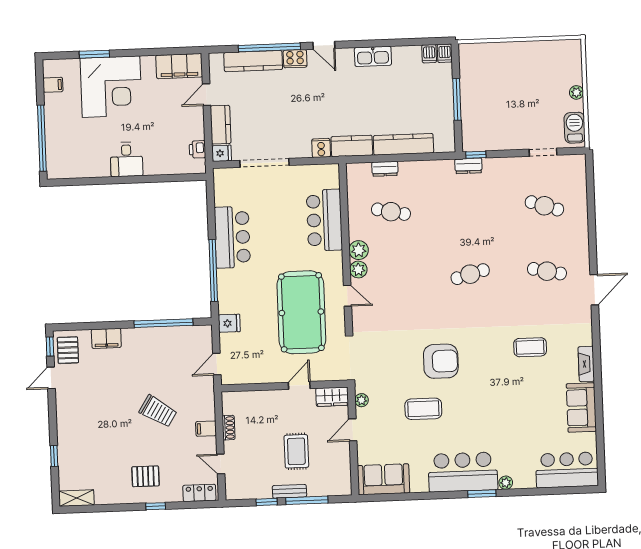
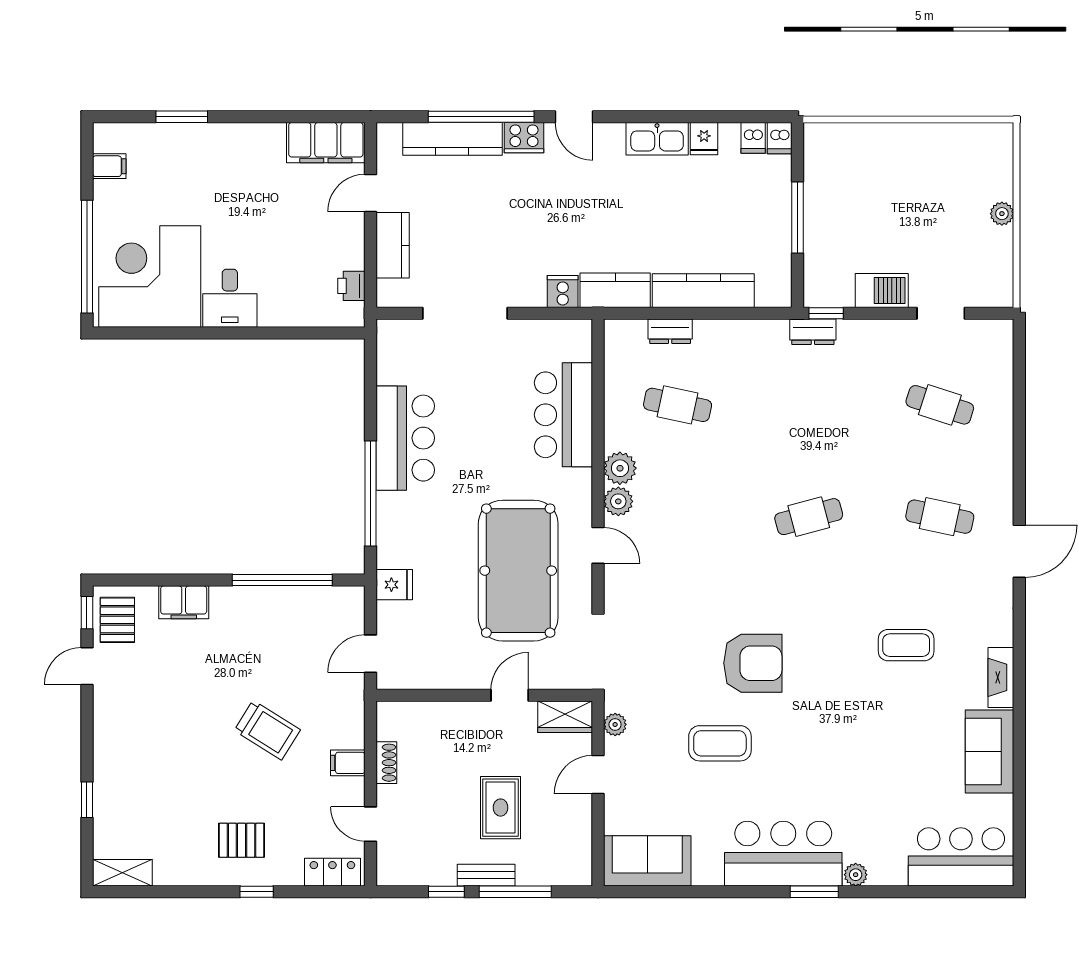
corner desk: (111, 87) -> (150, 277), moved, turned 180
barbecue: (575, 128) -> (882, 290), moved, turned 90
fridge: (222, 153) -> (704, 139), moved, turned 90

